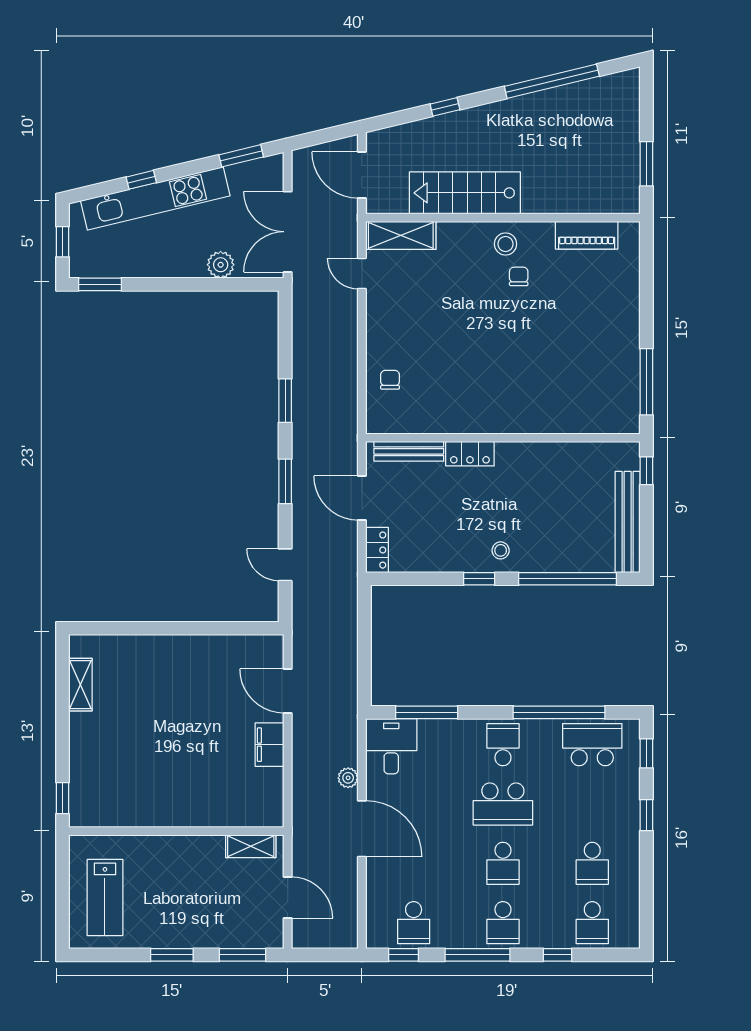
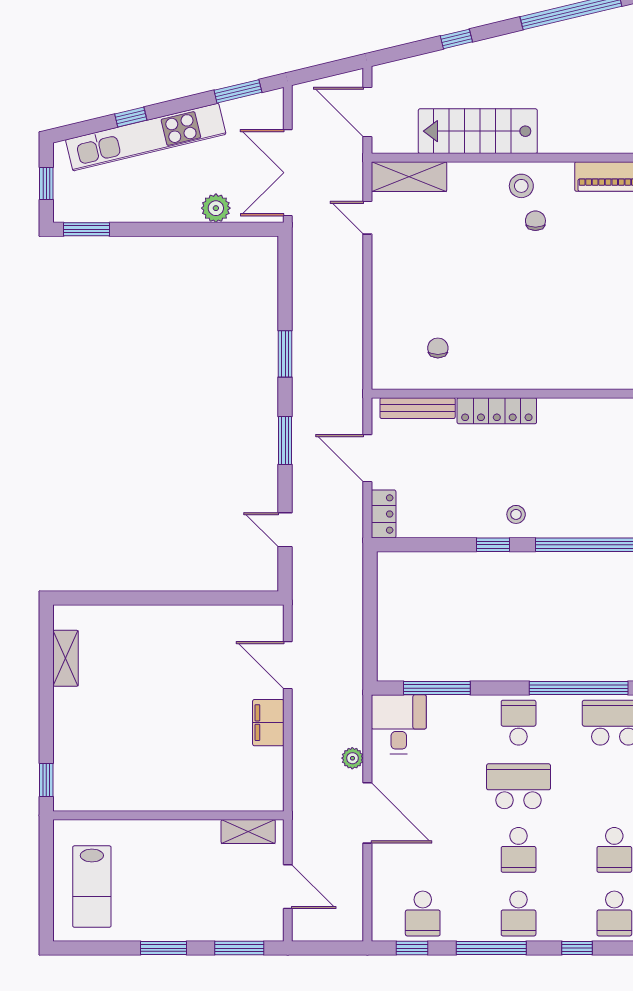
chair: (390, 380) -> (438, 348), moved
locker: (470, 454) -> (497, 411), width x1.53
school desk: (503, 804) -> (519, 786), turned 180

